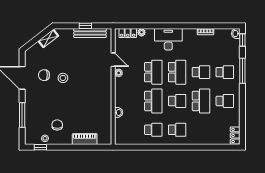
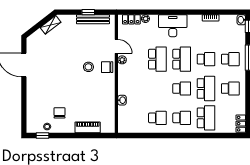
chair: (44, 75) -> (107, 67), moved
stool: (63, 78) -> (88, 67), moved
school desk: (153, 101) -> (206, 118), moved
window: (22, 115) -> (24, 103), removed

